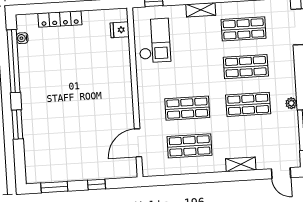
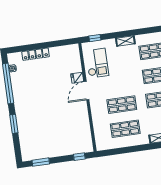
fridge: (120, 30) -> (77, 78), moved
door: (138, 143) -> (86, 91), moved
window: (97, 184) -> (79, 157), moved

